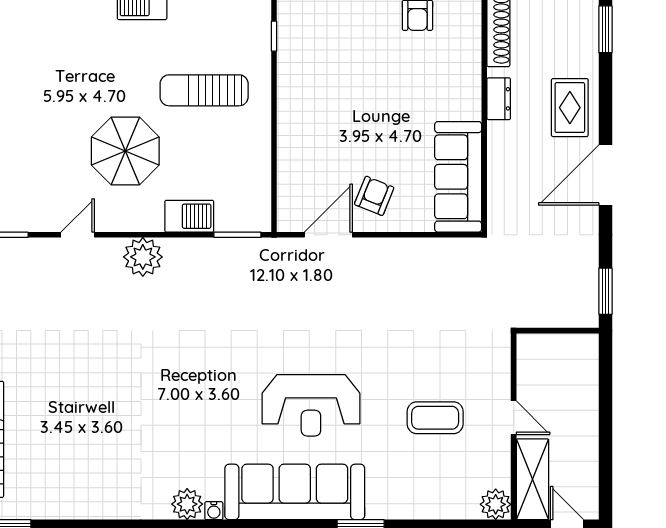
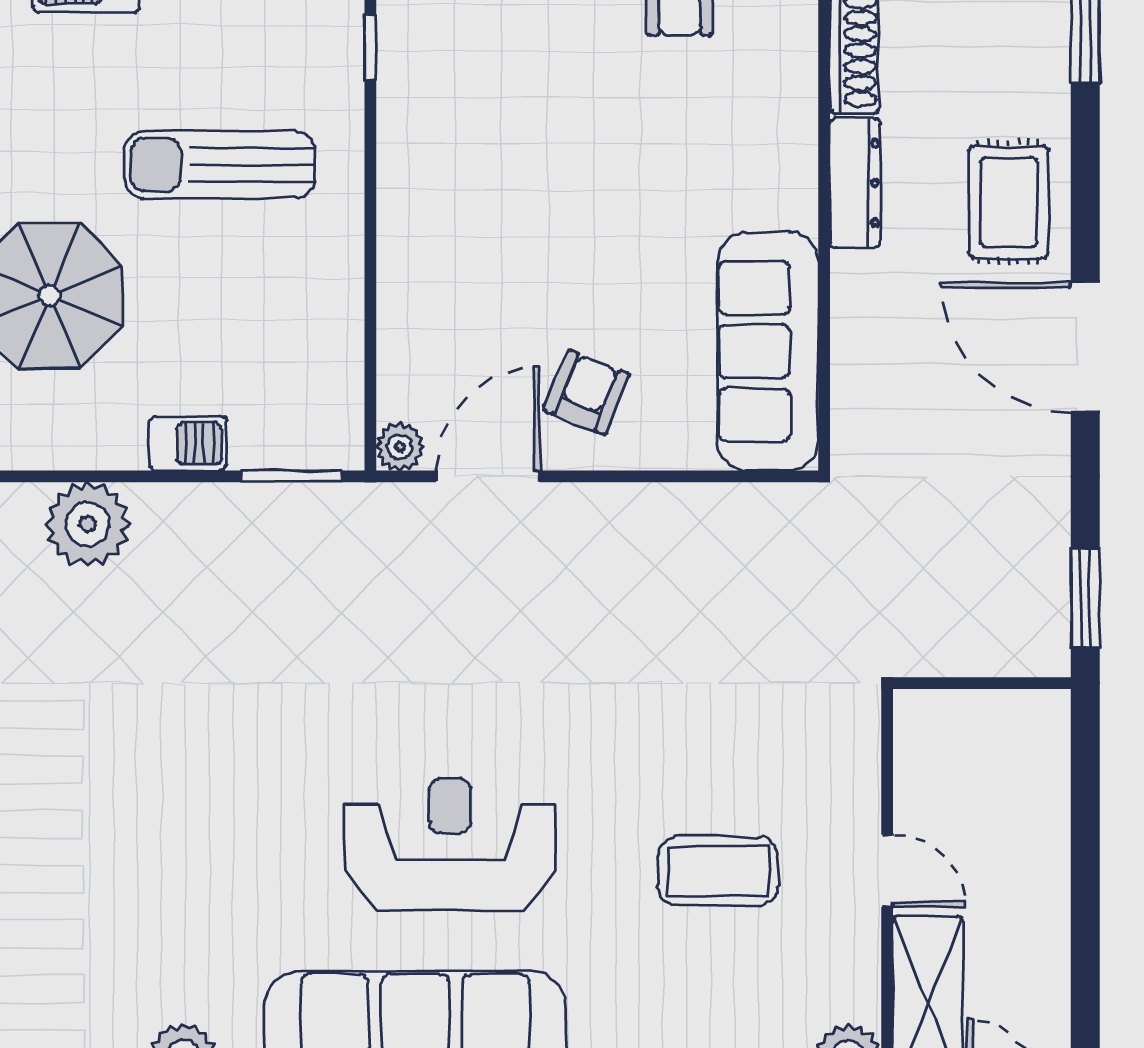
dresser: (499, 99) -> (855, 183), width x1.44
door: (605, 175) -> (1085, 347), hinge flipped
barbecue: (189, 216) -> (188, 443), width x0.73, depth x0.79
plant: (288, 221) -> (400, 447), added
reception desk: (311, 405) -> (450, 844), turned 180

